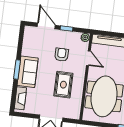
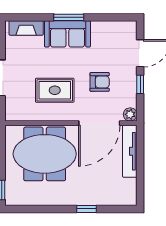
door: (88, 58) -> (99, 123), width x1.88

